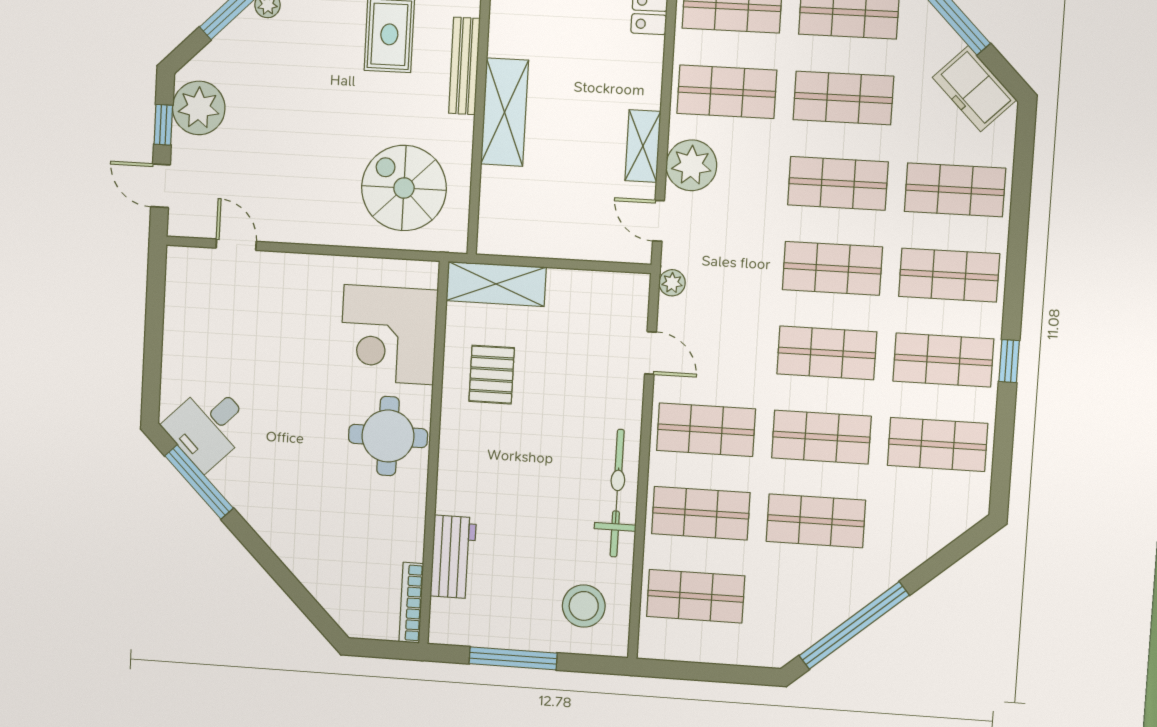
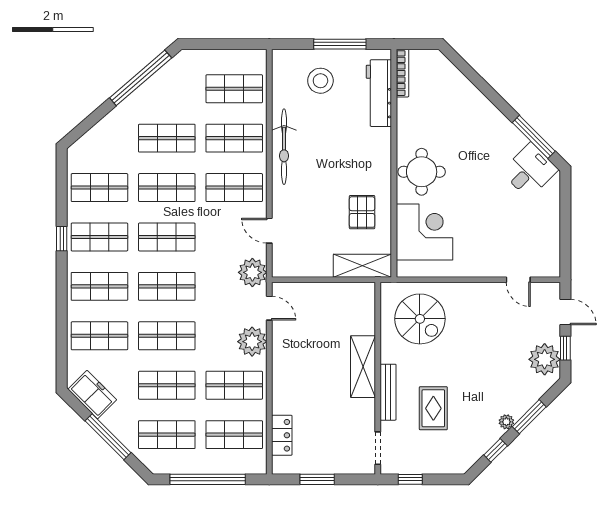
shelving: (643, 146) -> (281, 351), removed
plant: (672, 283) -> (252, 272), width x1.88, depth x1.88
workbench: (453, 557) -> (379, 93), width x1.37
stool: (584, 606) -> (320, 81), moved

